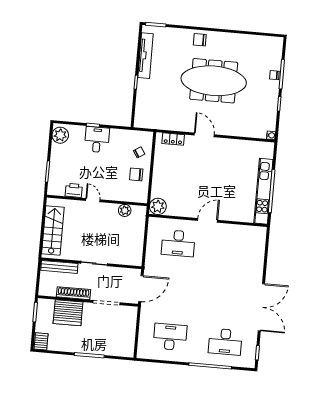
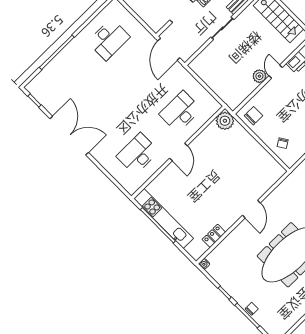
door: (204, 135) -> (251, 209), hinge flipped
locker: (173, 139) -> (214, 236), moved
chair: (136, 174) -> (253, 116), moved
door: (93, 200) -> (276, 72), swing flipped
plant: (125, 210) -> (259, 76), moved
double door: (261, 307) -> (69, 136), swing flipped
desk: (225, 342) -> (138, 154), moved

